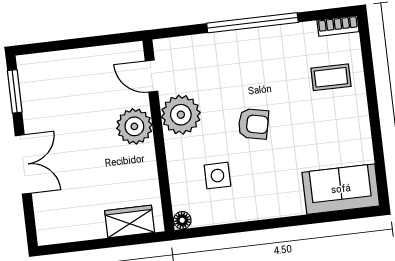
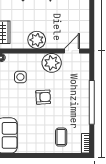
armchair: (253, 124) -> (43, 97), turned -105
plant: (134, 126) -> (37, 40), moved

